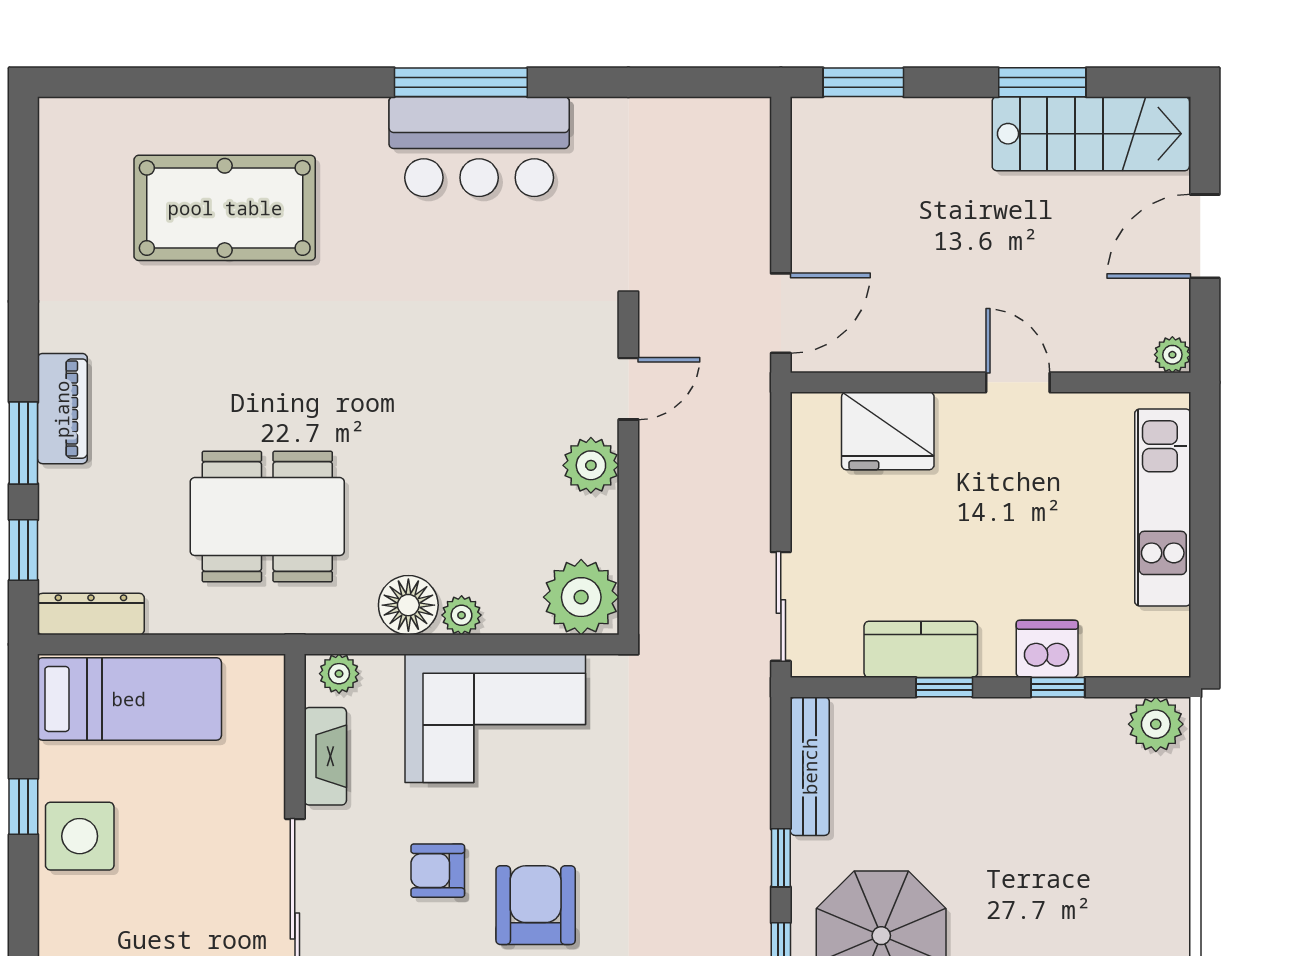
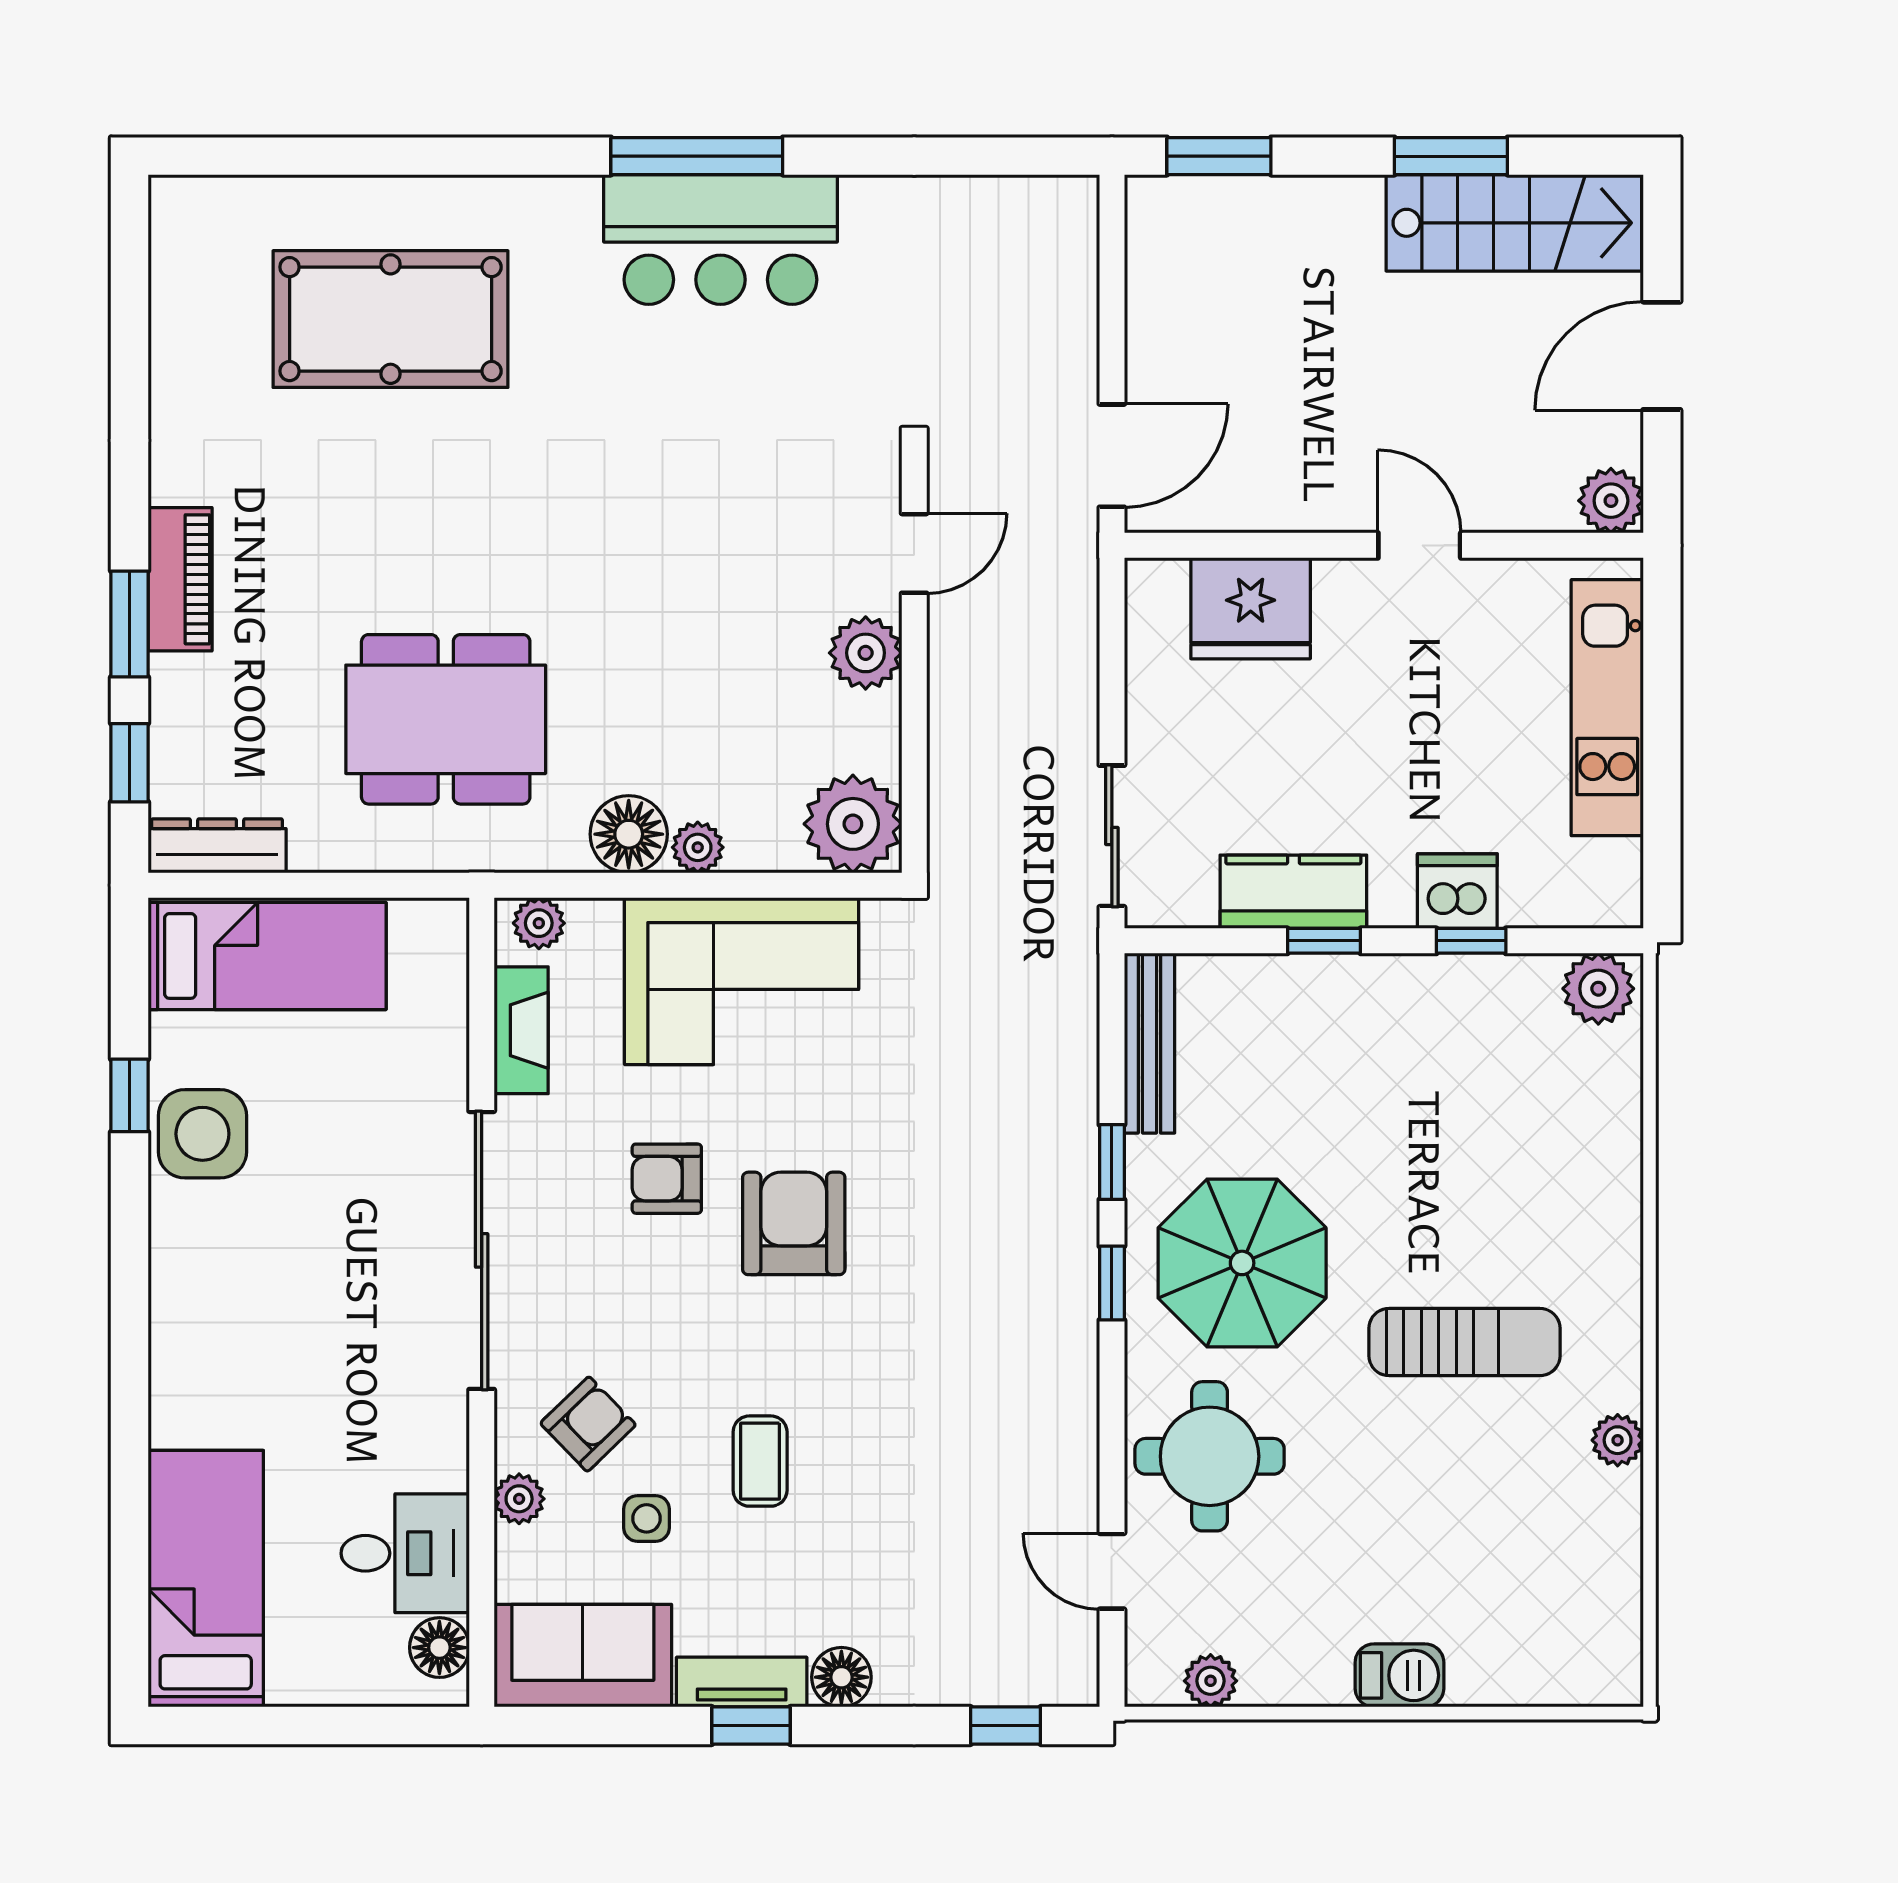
plant: (1172, 355) -> (1611, 501), width x1.38, depth x1.38

